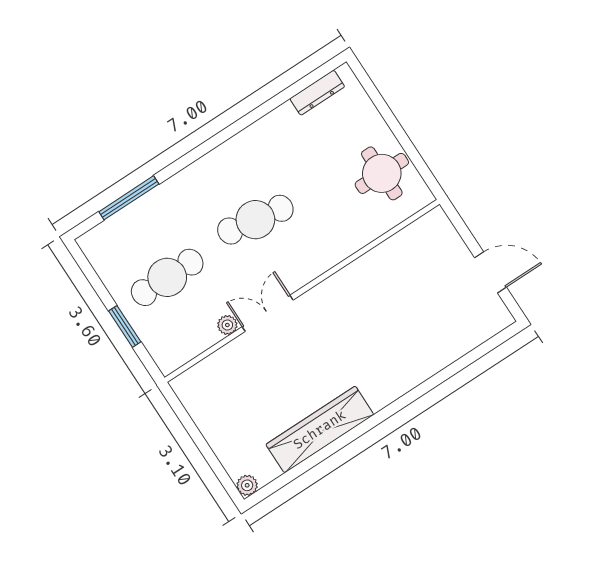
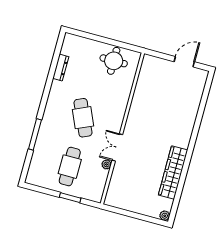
dresser: (317, 93) -> (61, 68), moved
window: (129, 198) -> (35, 134), moved
cafe table: (255, 220) -> (83, 118), turned -33

